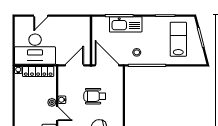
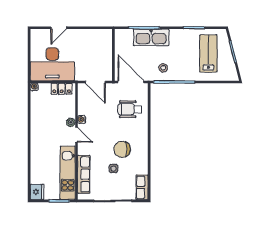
door: (75, 65) -> (95, 82), swing flipped
locker: (38, 72) -> (62, 89), width x0.66
wheelchair: (95, 96) -> (130, 109), moved

